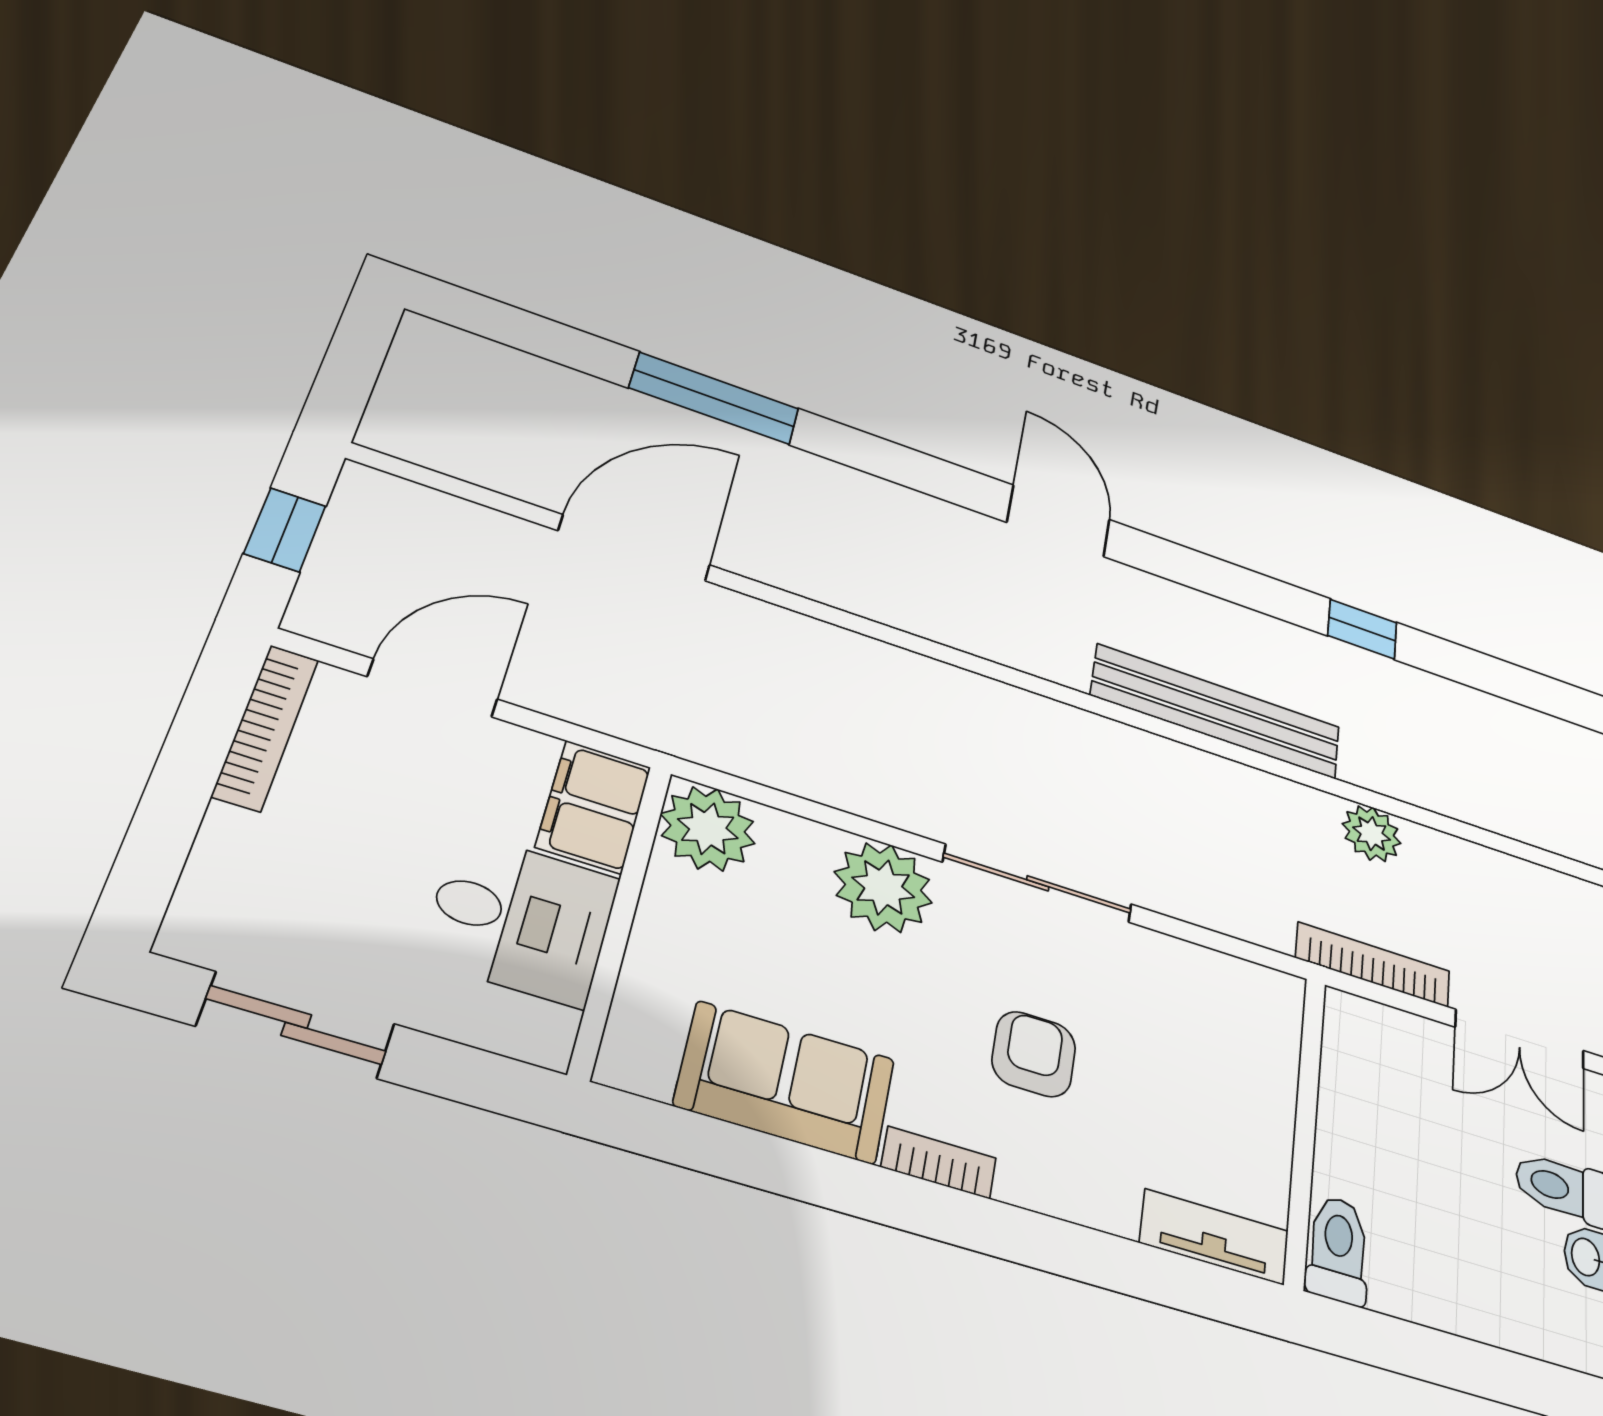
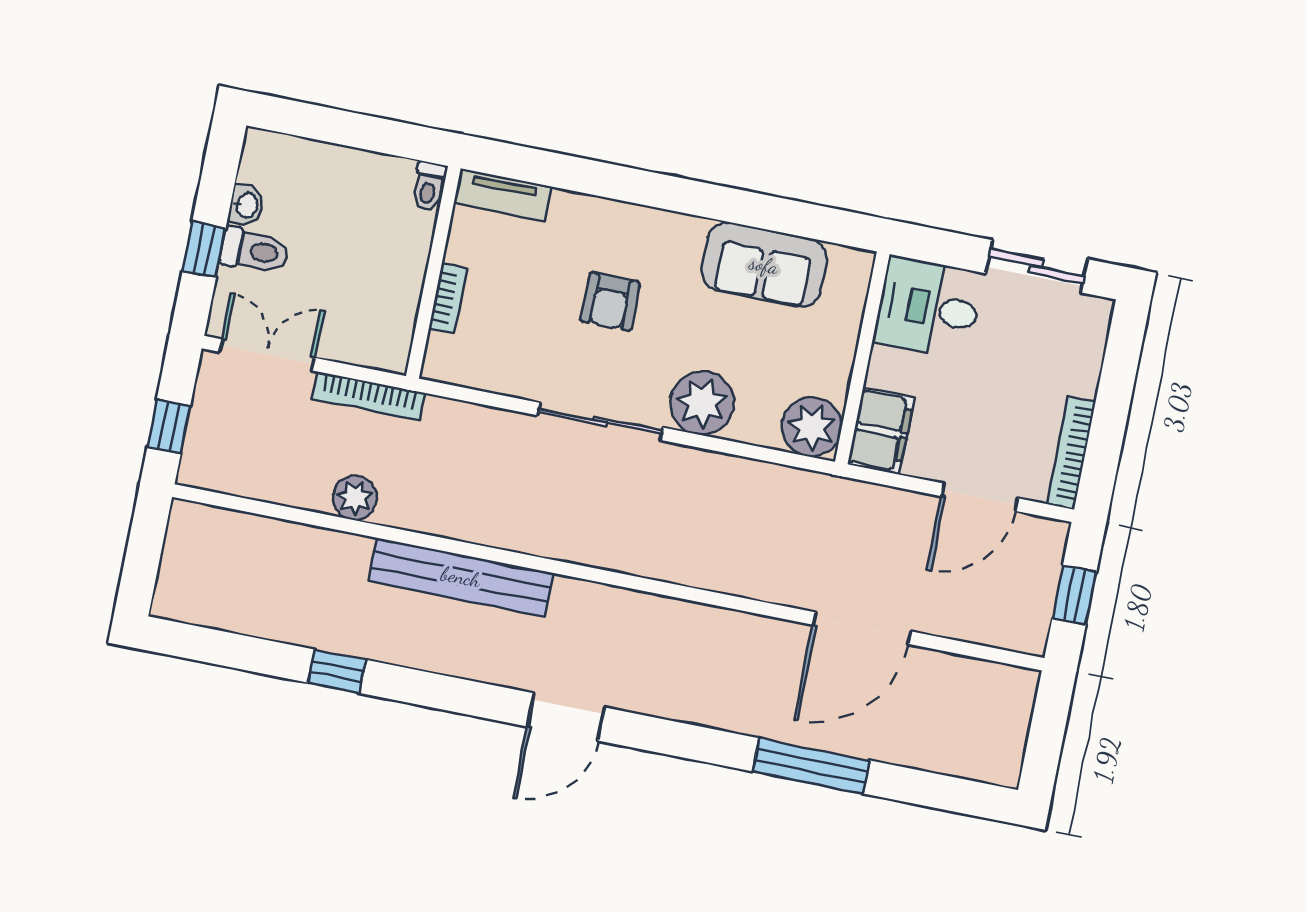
door: (1058, 521) -> (566, 717), hinge flipped
desk: (521, 919) -> (928, 308), moved
bookcase: (939, 1163) -> (448, 298), moved, turned -90
toilet: (1338, 1250) -> (429, 186), width x0.73, depth x0.72

